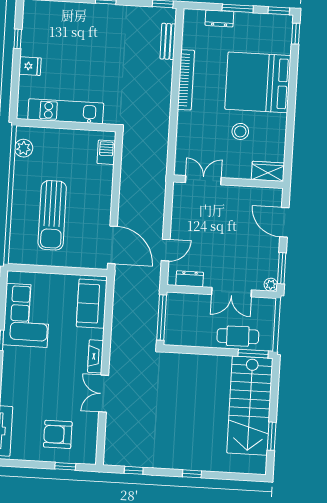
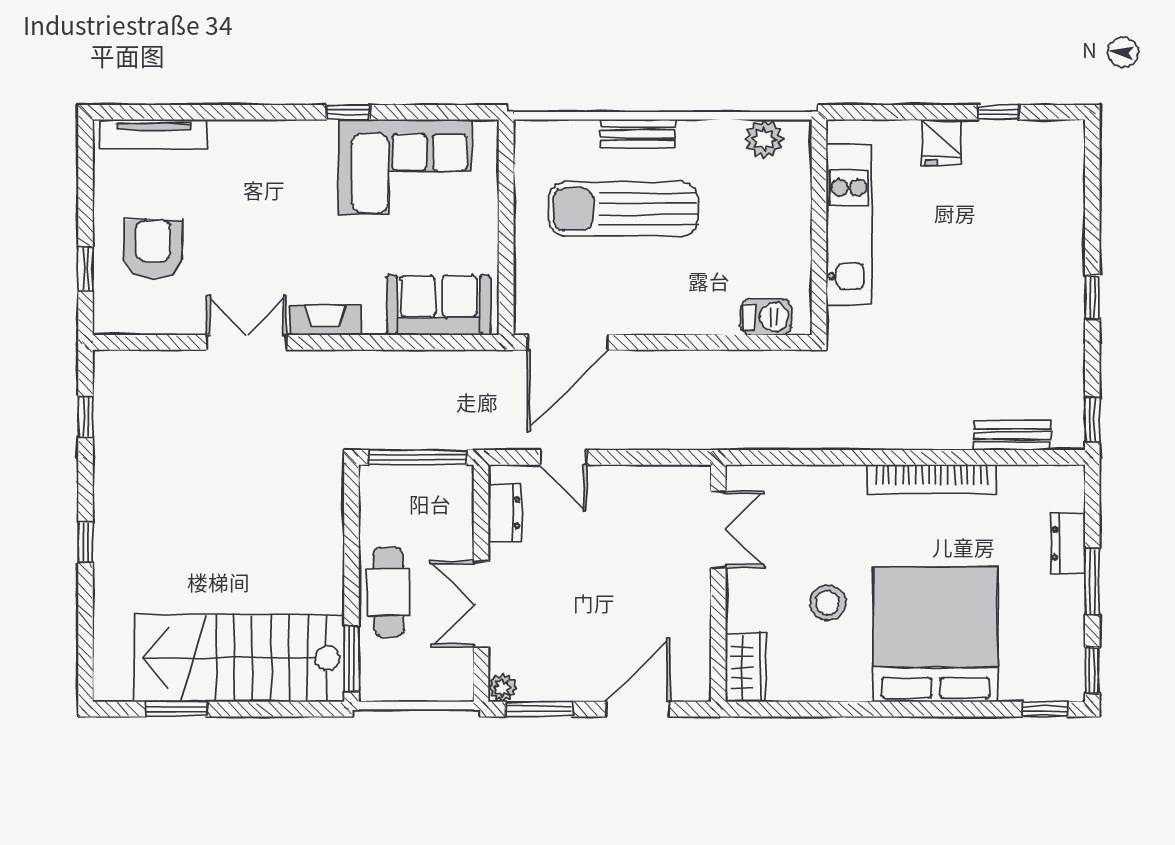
bench: (18, 207) -> (638, 134), added
cafe table: (238, 336) -> (388, 592), moved

